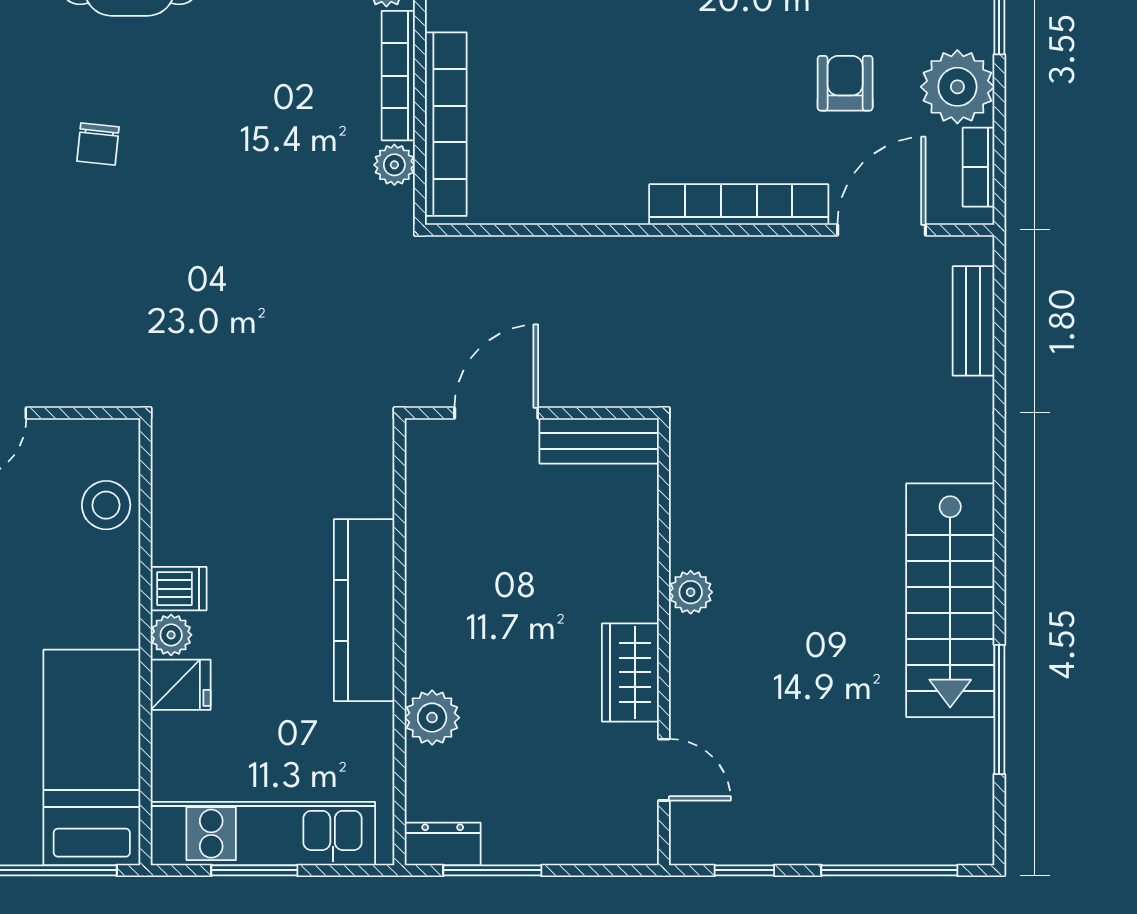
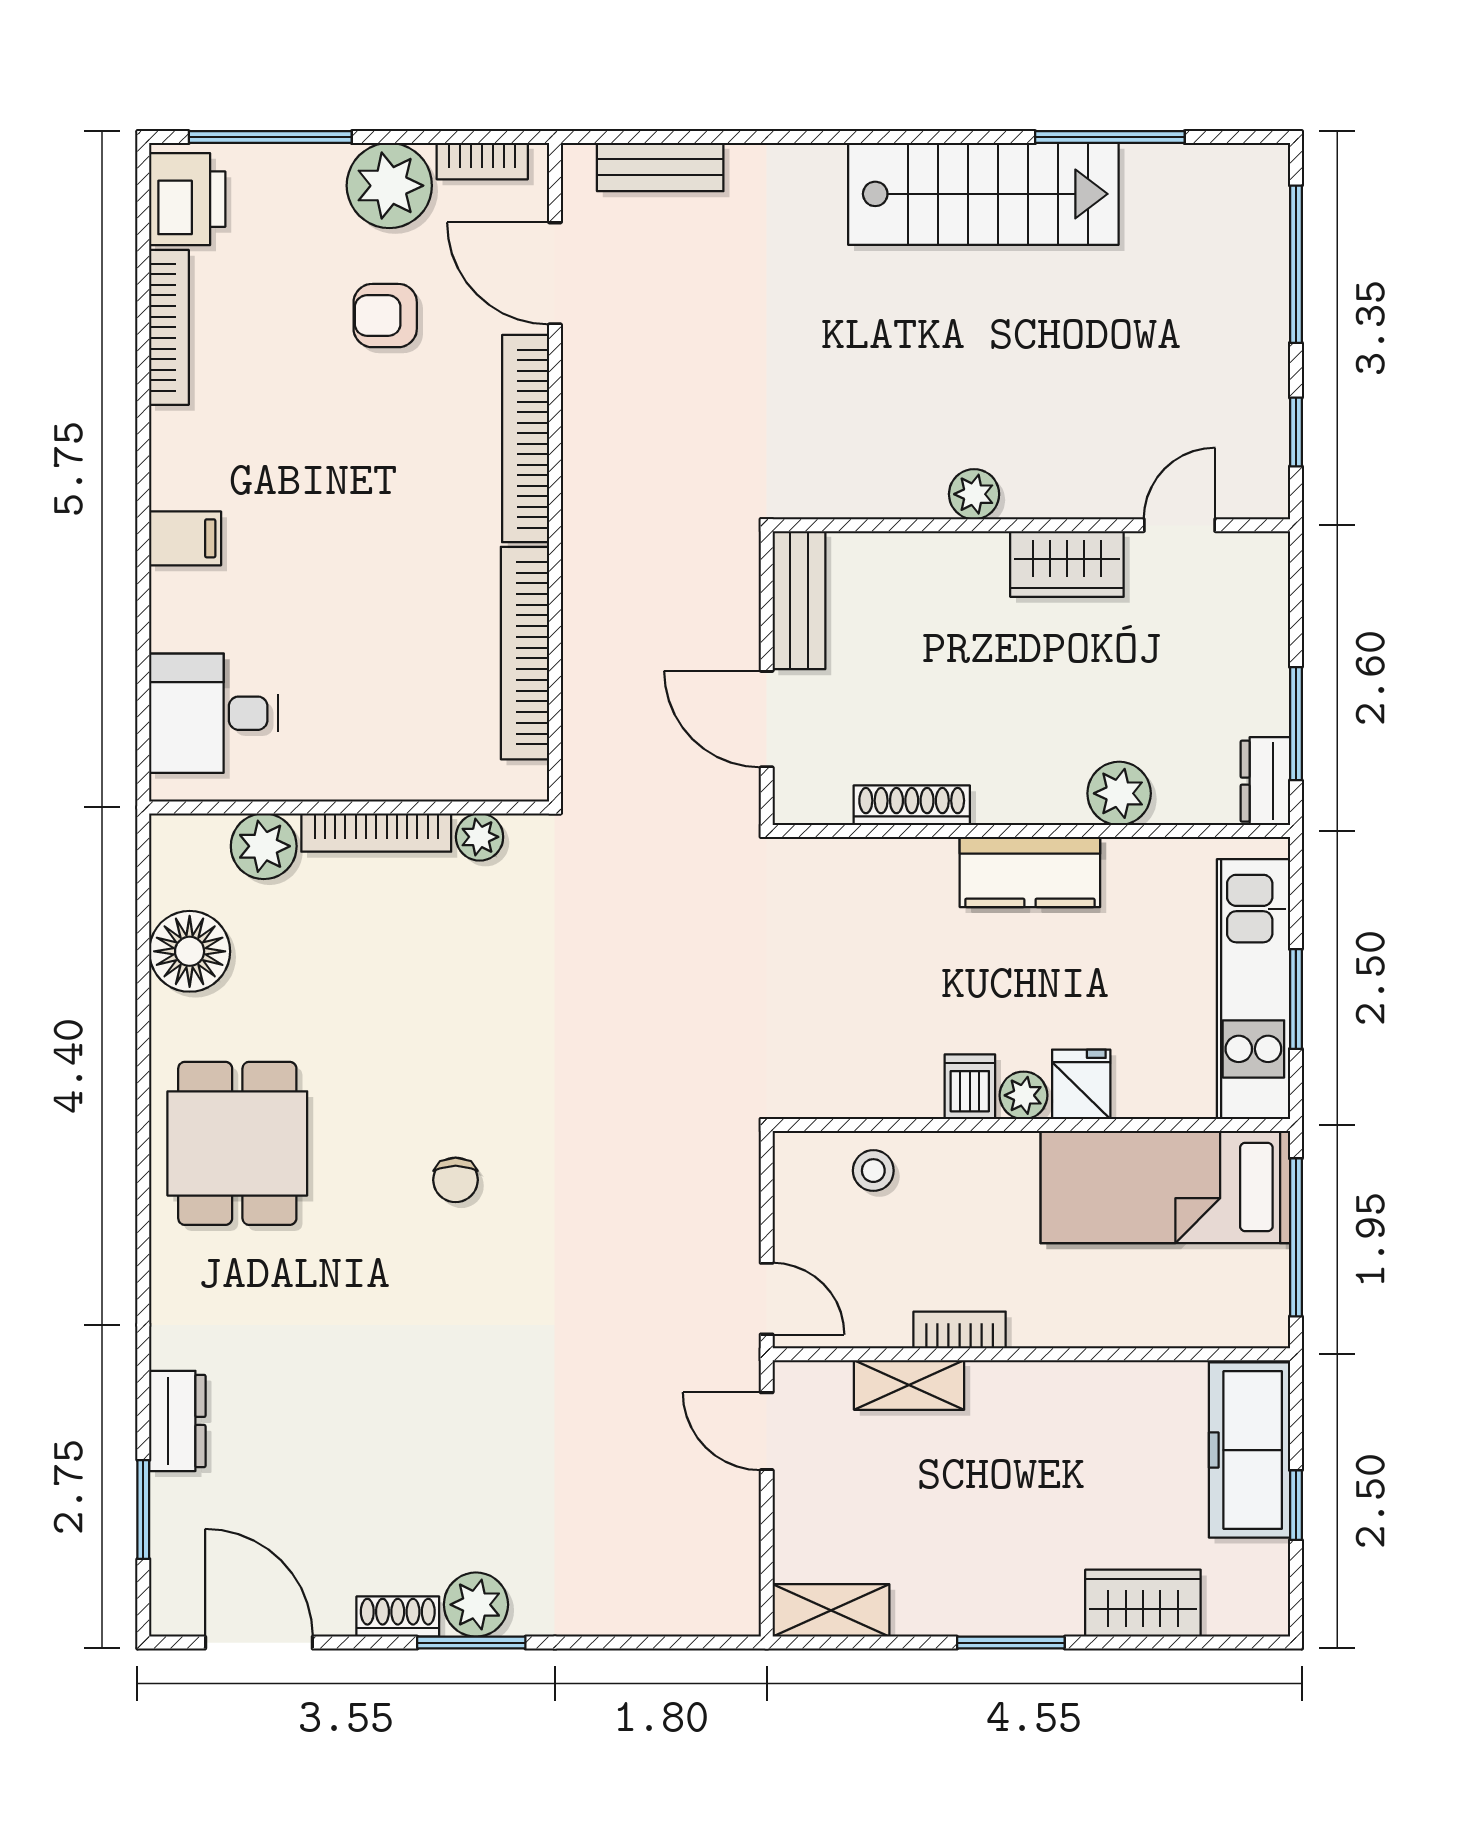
bookcase: (446, 124) -> (525, 653), moved, turned -90
chair: (98, 144) -> (456, 1180), turned 84
stool: (106, 505) -> (873, 1171), width x0.73, depth x0.73
shoe rack: (422, 538) -> (912, 805), added
kitchen counter: (364, 610) -> (1030, 872), width x0.67

